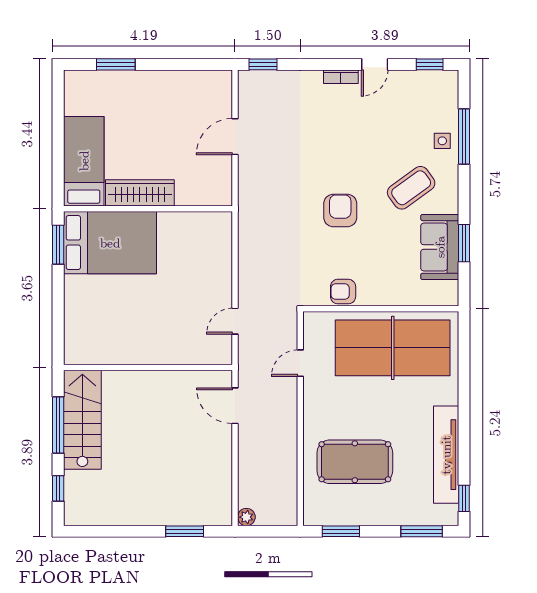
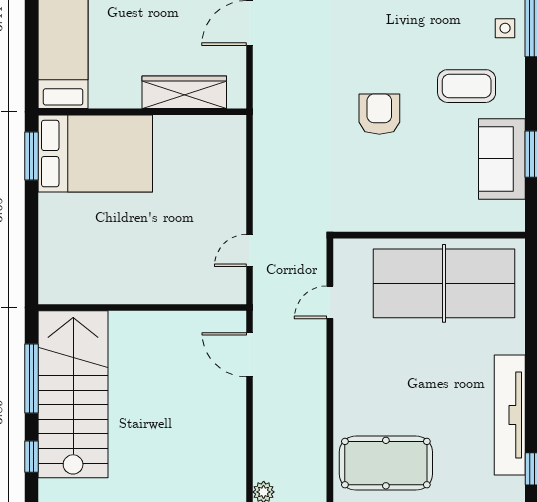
coffee table: (411, 188) -> (467, 86), turned 36
wardrobe: (140, 193) -> (184, 92), moved
armchair: (343, 292) -> (383, 214), removed
stairs: (82, 420) -> (73, 394), width x1.36, depth x1.51
pool table: (355, 462) -> (386, 463), moved

